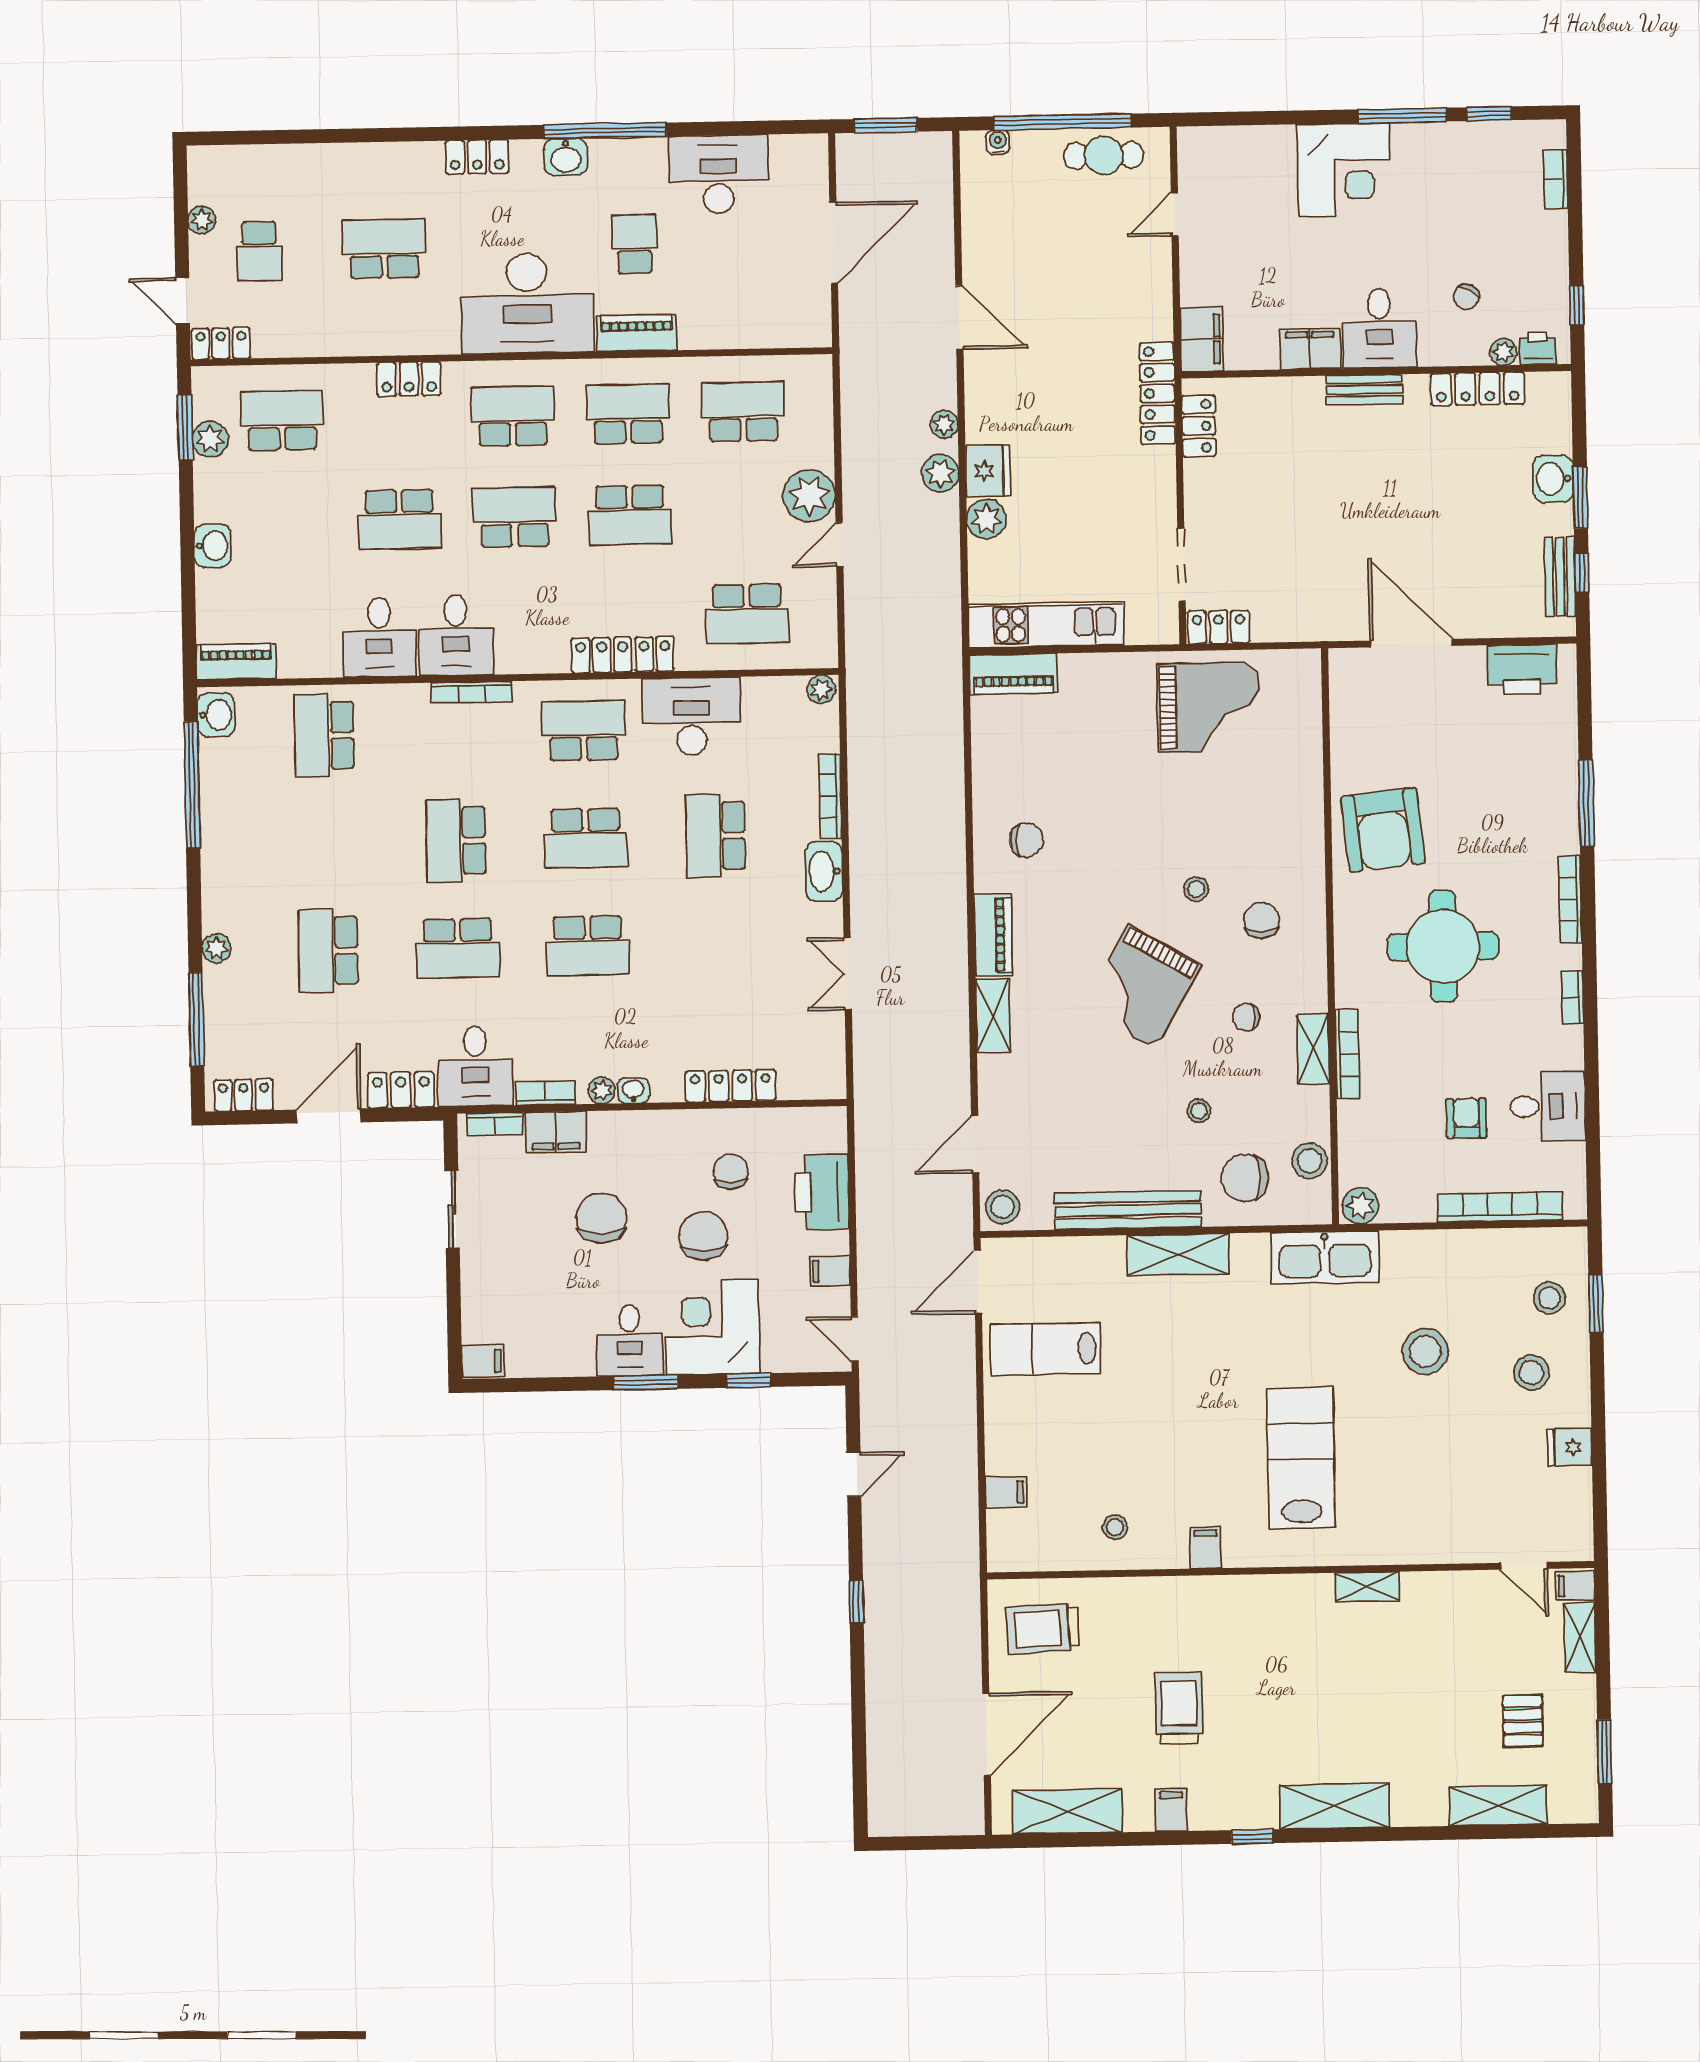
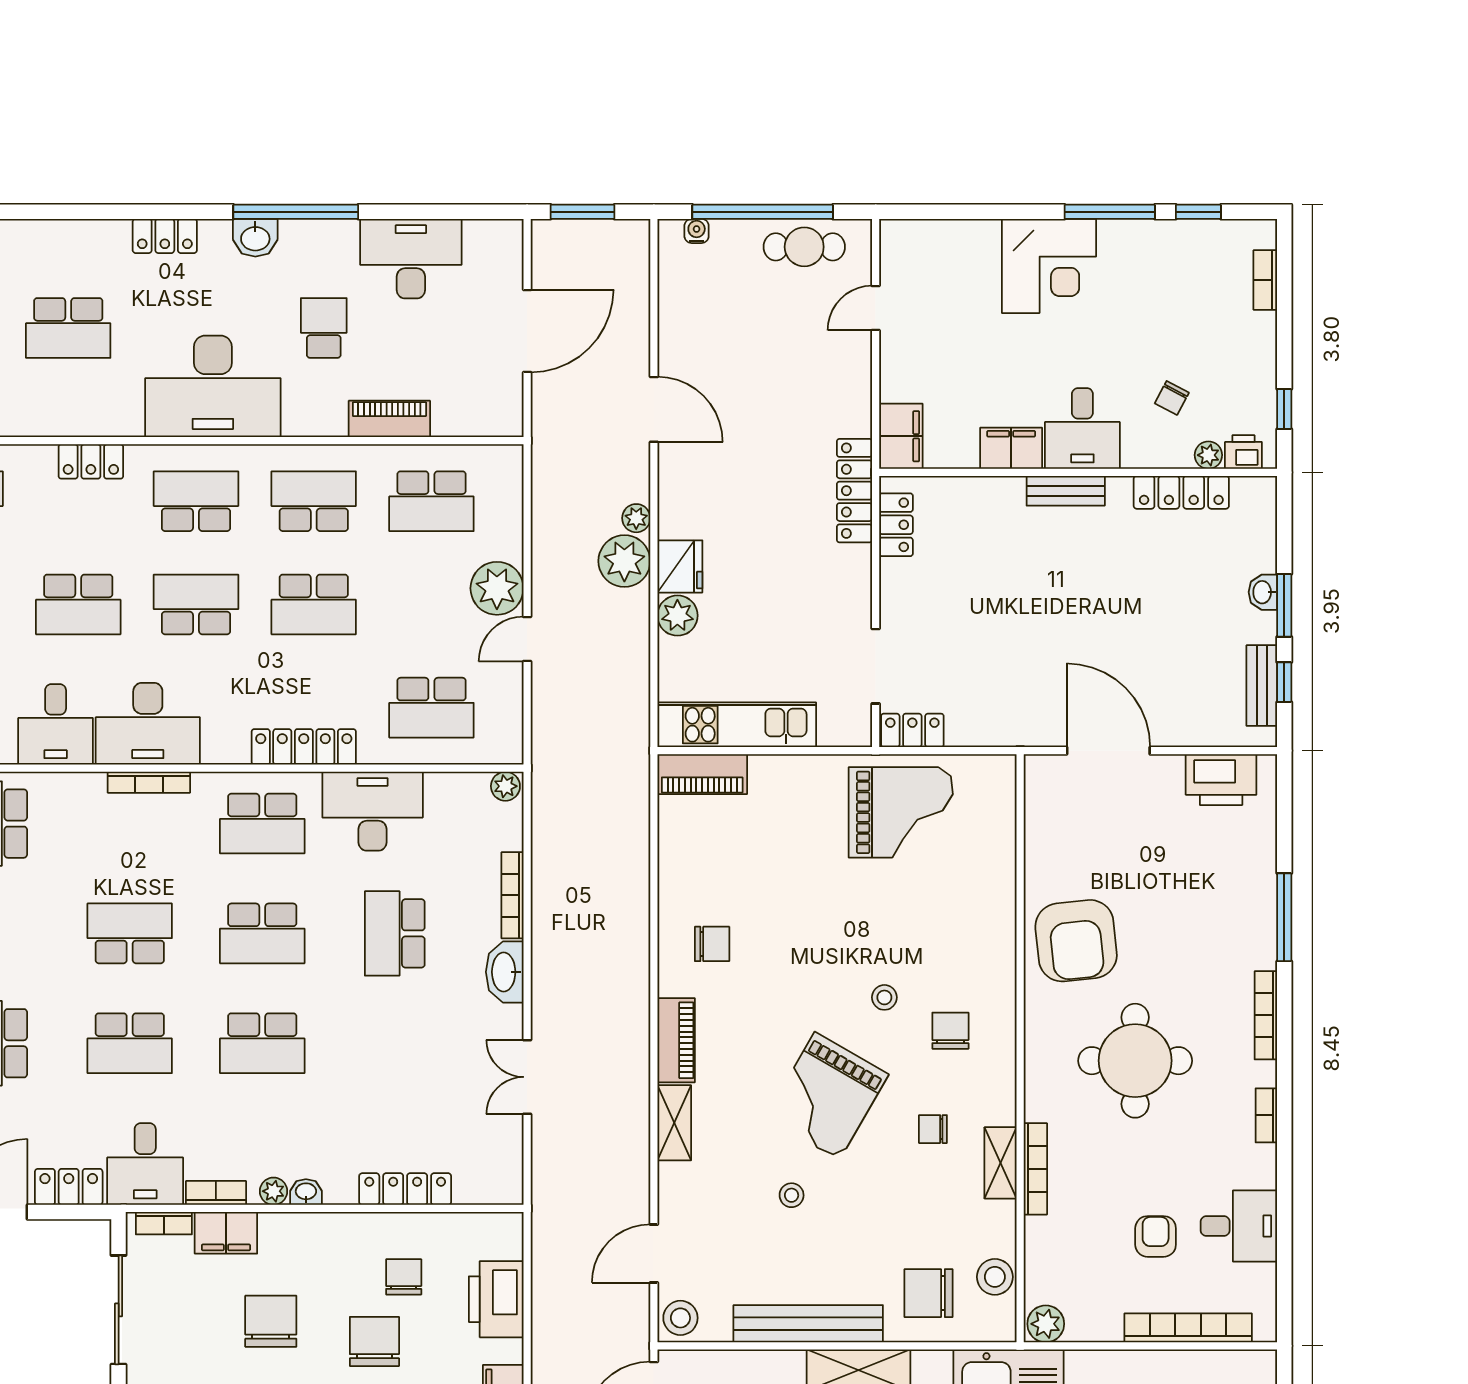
school desk: (384, 249) -> (68, 328), turned 180
piano: (637, 333) -> (389, 419), moved
school desk: (743, 412) -> (431, 501), turned 180
plant: (940, 473) -> (624, 561), width x1.36, depth x1.36
washbasin: (1553, 479) -> (1263, 592), width x0.72, depth x0.69
desk: (456, 635) -> (148, 724), width x1.37
school desk: (584, 731) -> (262, 824), turned 180
school desk: (456, 841) -> (130, 933), turned 90
stool: (1199, 1111) -> (792, 1195), moved
sliding door: (452, 1210) -> (119, 1310), width x1.37

